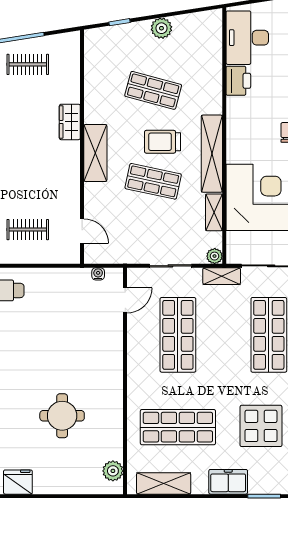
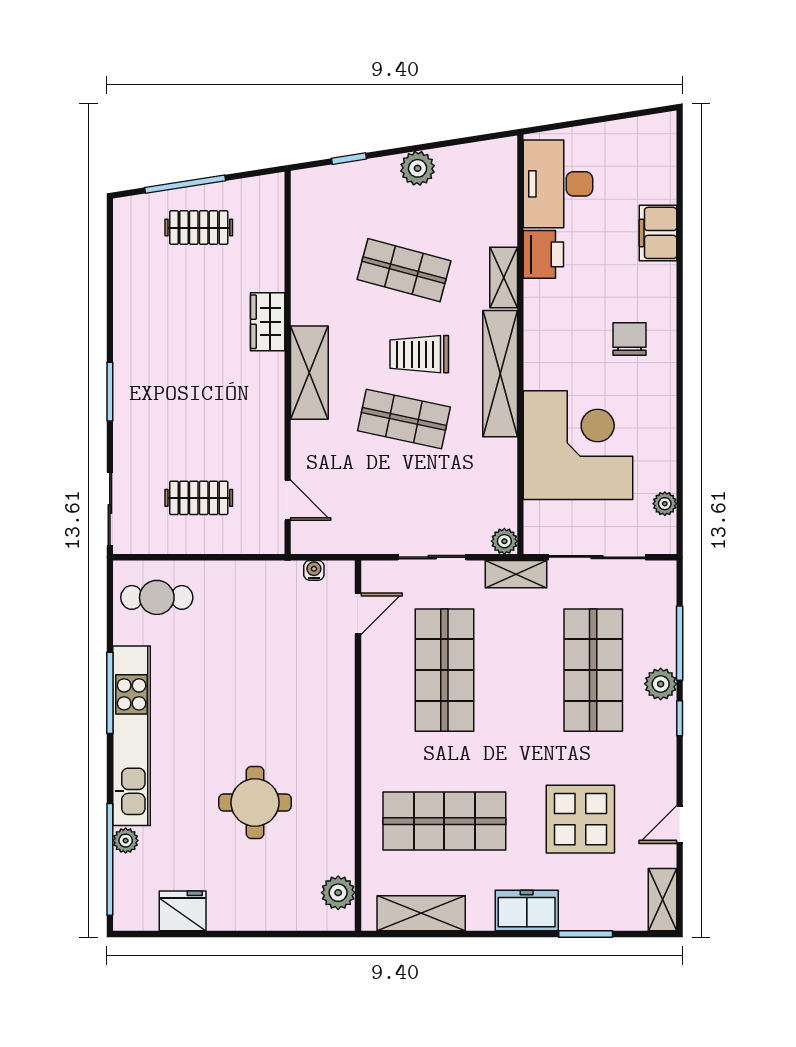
shelving: (214, 212) -> (504, 277), moved

